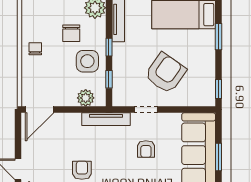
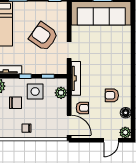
armchair: (146, 149) -> (82, 108), moved

